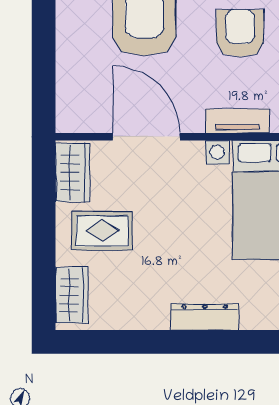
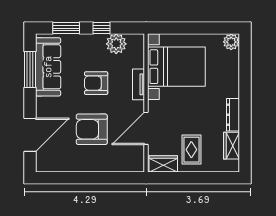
wardrobe: (72, 295) -> (232, 146), moved, turned -90
dresser: (205, 317) -> (233, 115), moved

